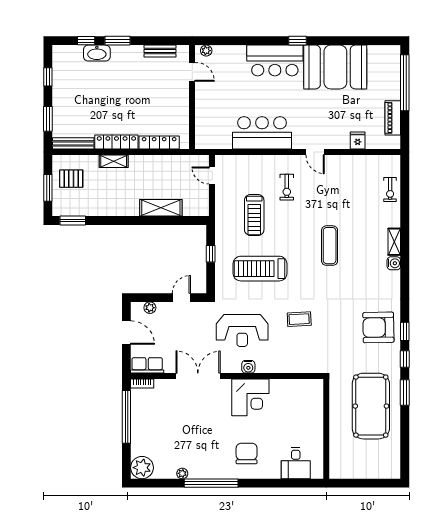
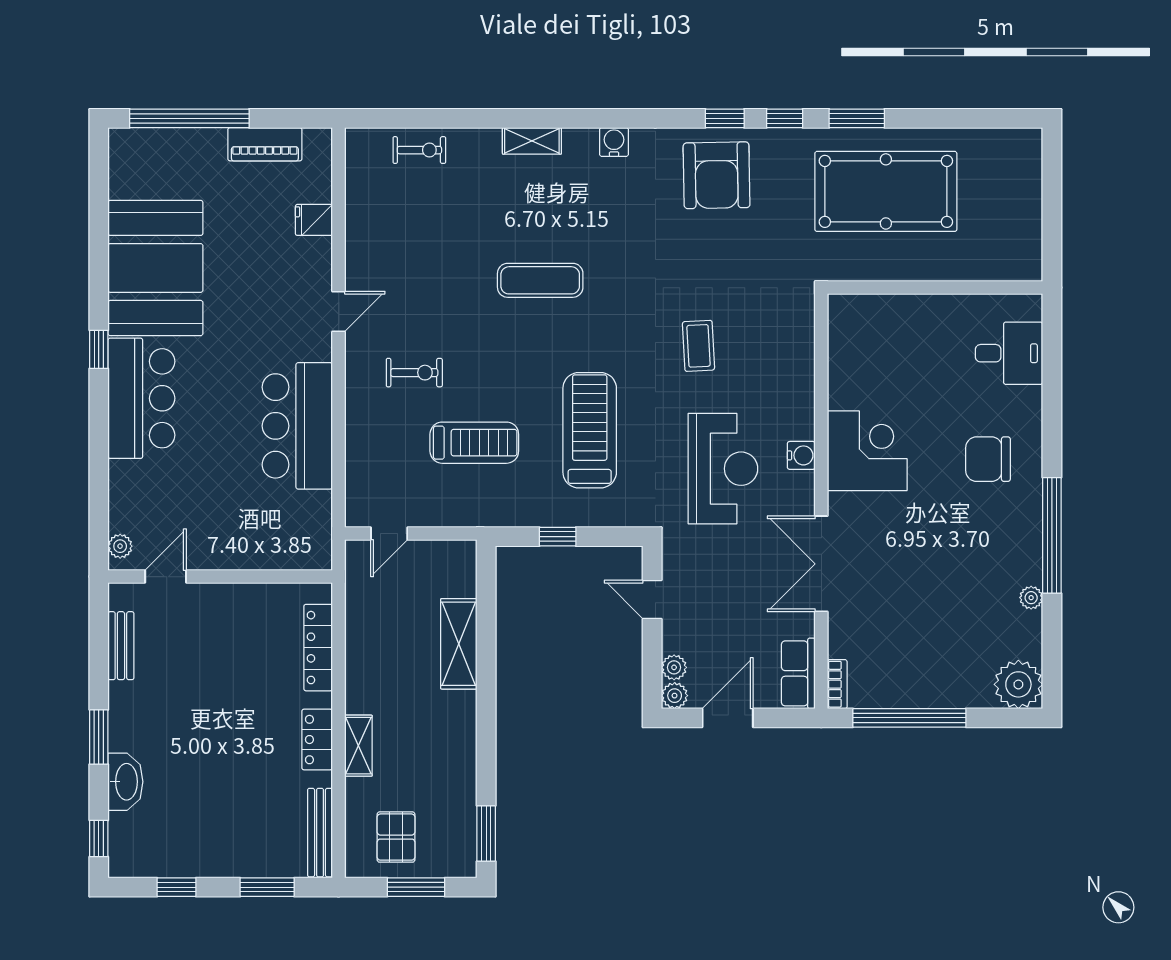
window: (86, 41) -> (99, 838), moved
locker: (116, 142) -> (317, 740), width x0.66
water cooler: (394, 263) -> (614, 142), moved
treadmill: (260, 269) -> (590, 430), turned 180
plant: (137, 308) -> (675, 696), added

